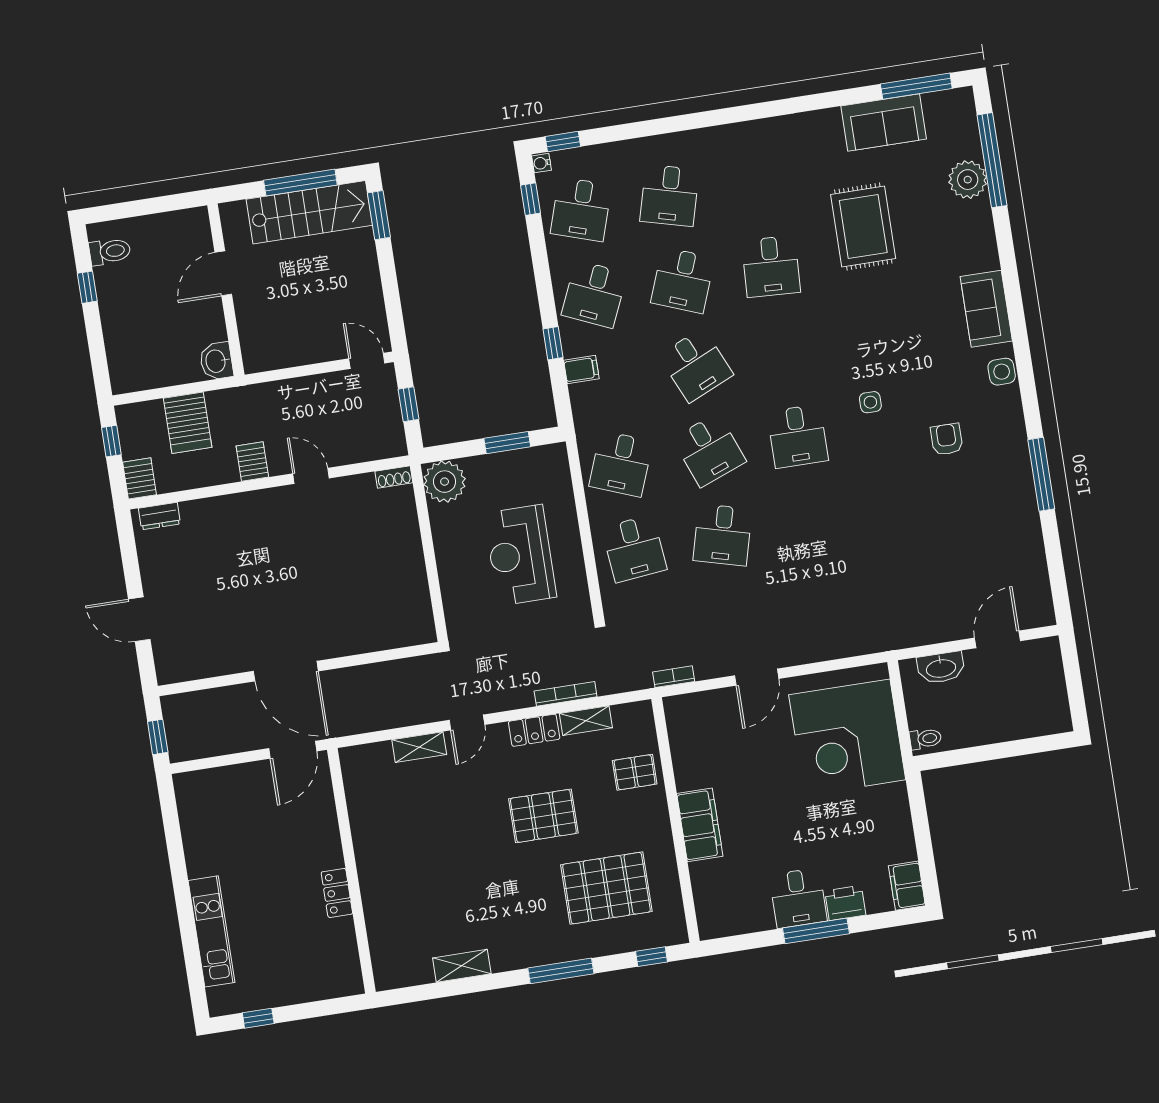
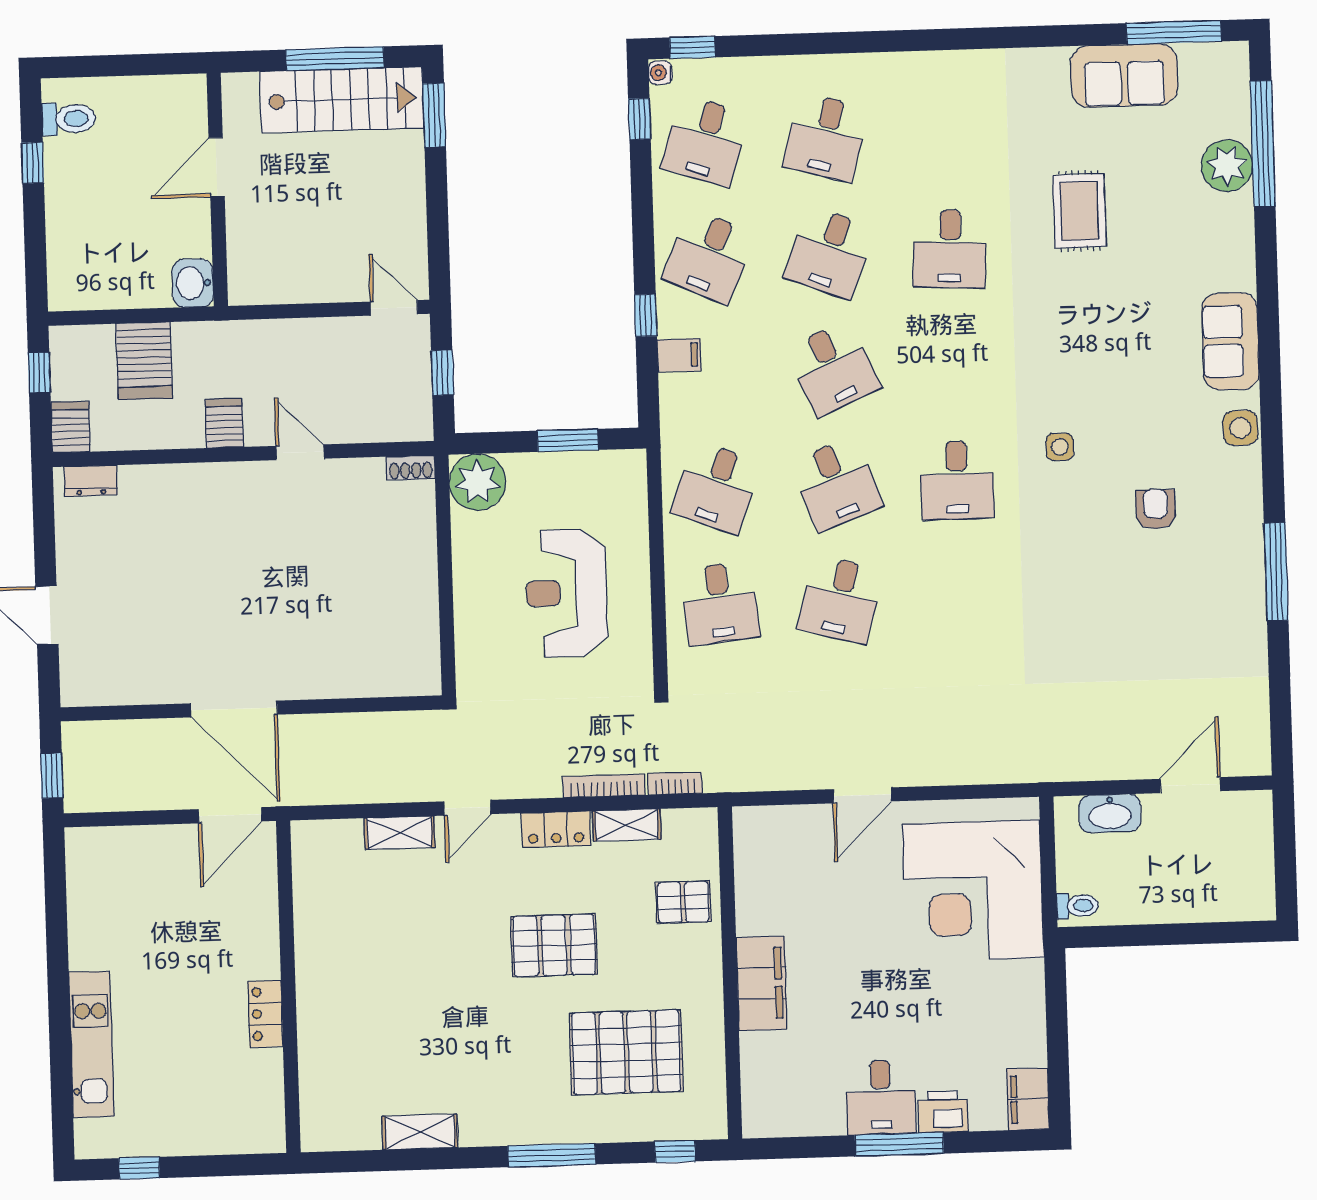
rug: (863, 227) -> (1079, 211), width x0.73, depth x0.70
bookcase: (674, 677) -> (675, 783), moved

